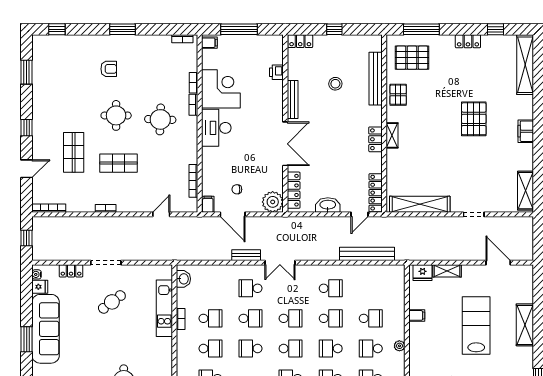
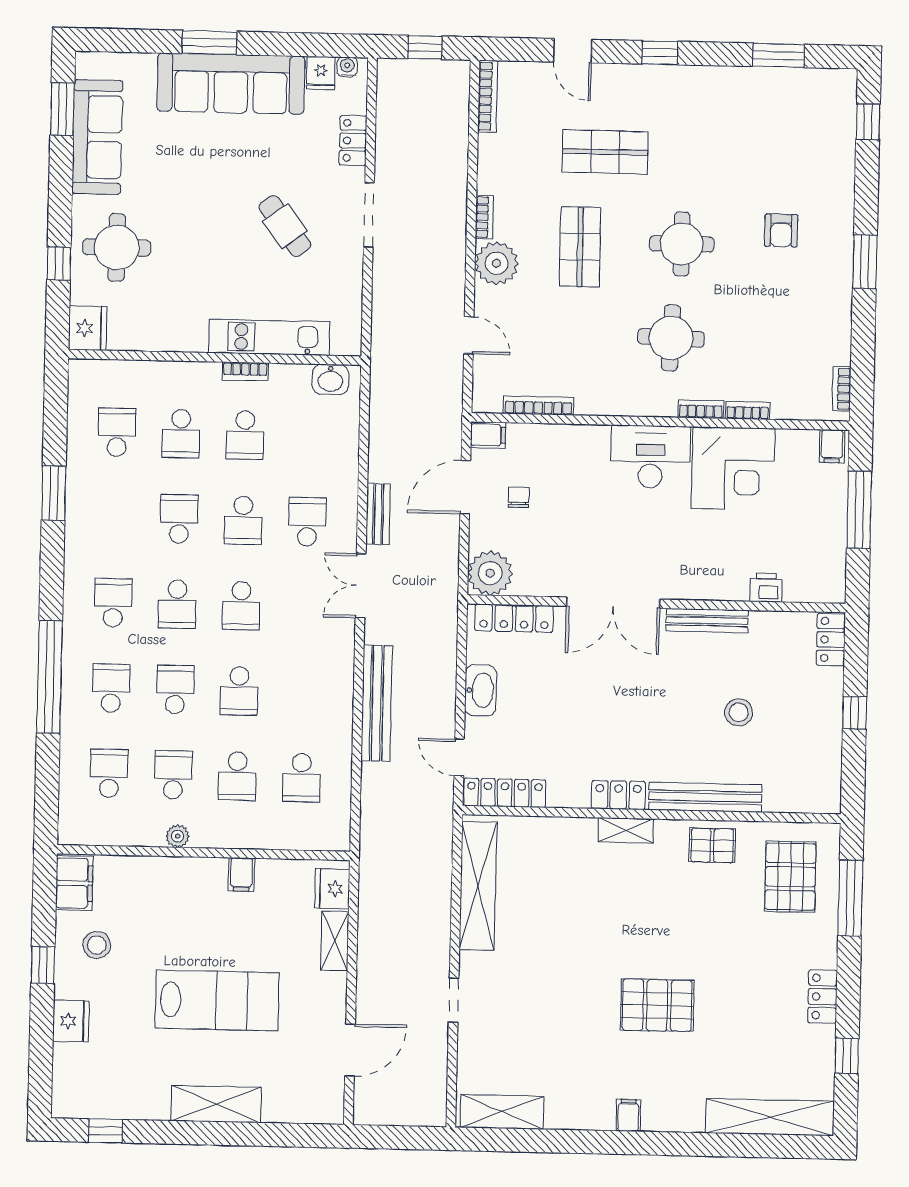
bench: (376, 79) -> (705, 797), moved
filing cabinet: (526, 131) -> (628, 1115), width x0.50
plant: (127, 202) -> (496, 263), added
bench: (367, 254) -> (377, 703), moved
school desk: (331, 288) -> (301, 778), moved

